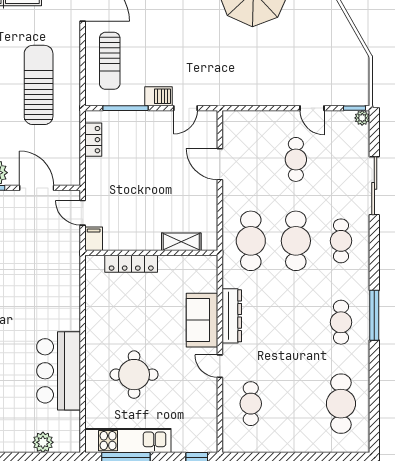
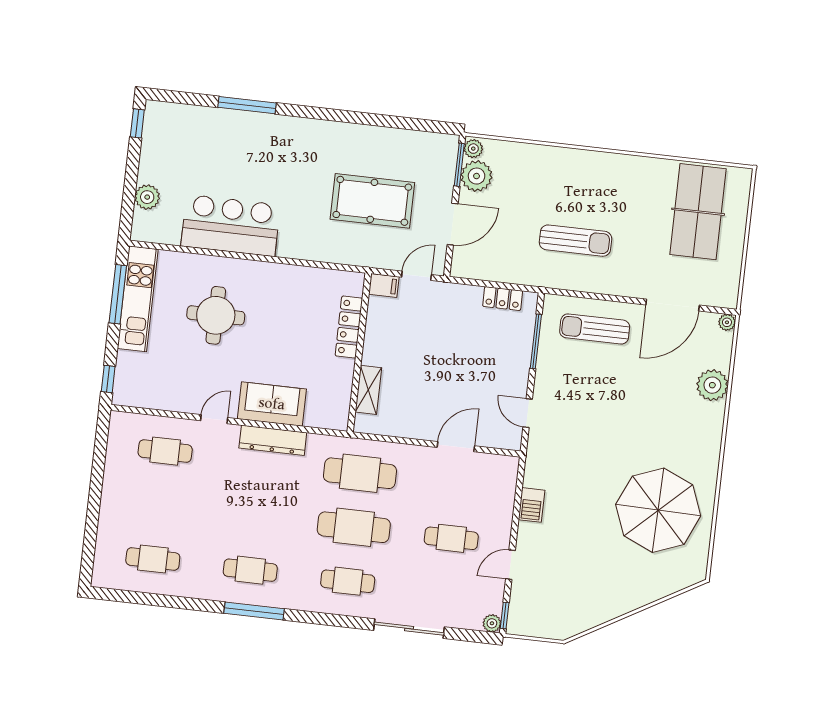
sun lounger: (39, 85) -> (575, 241), width x0.73, depth x0.75
barbecue: (159, 96) -> (532, 505), moved
pool table: (25, 256) -> (372, 201), added
cafe table: (341, 404) -> (153, 559), width x0.73, depth x0.74

